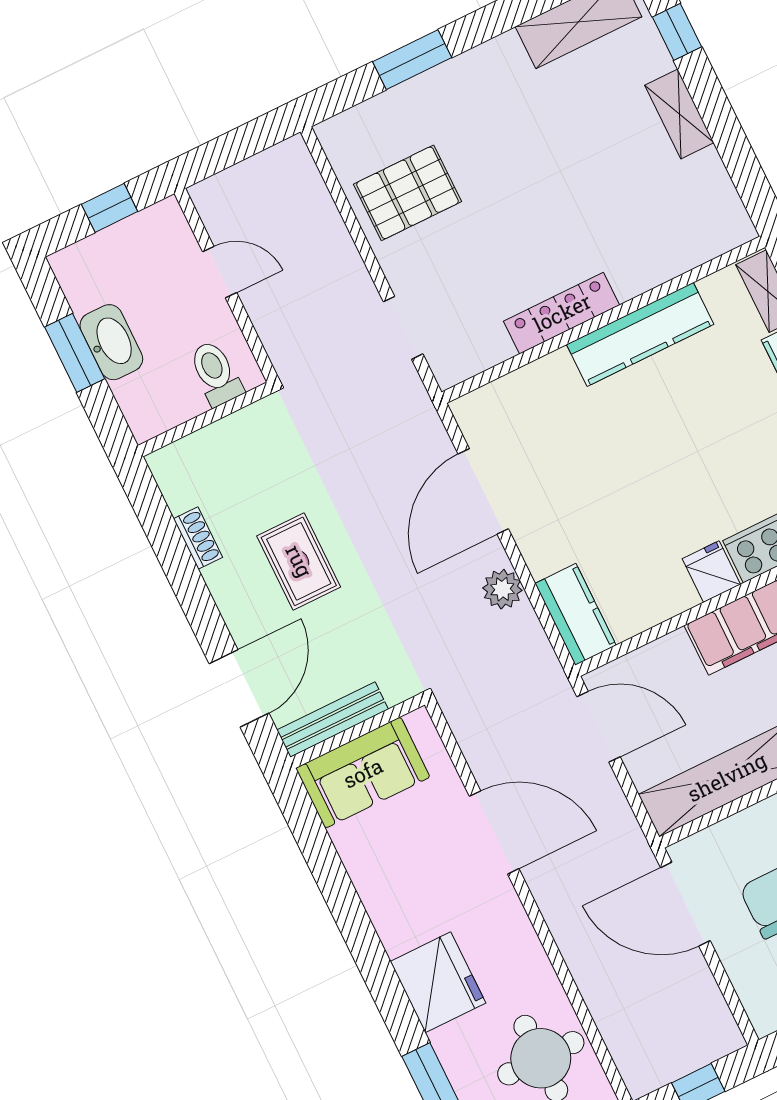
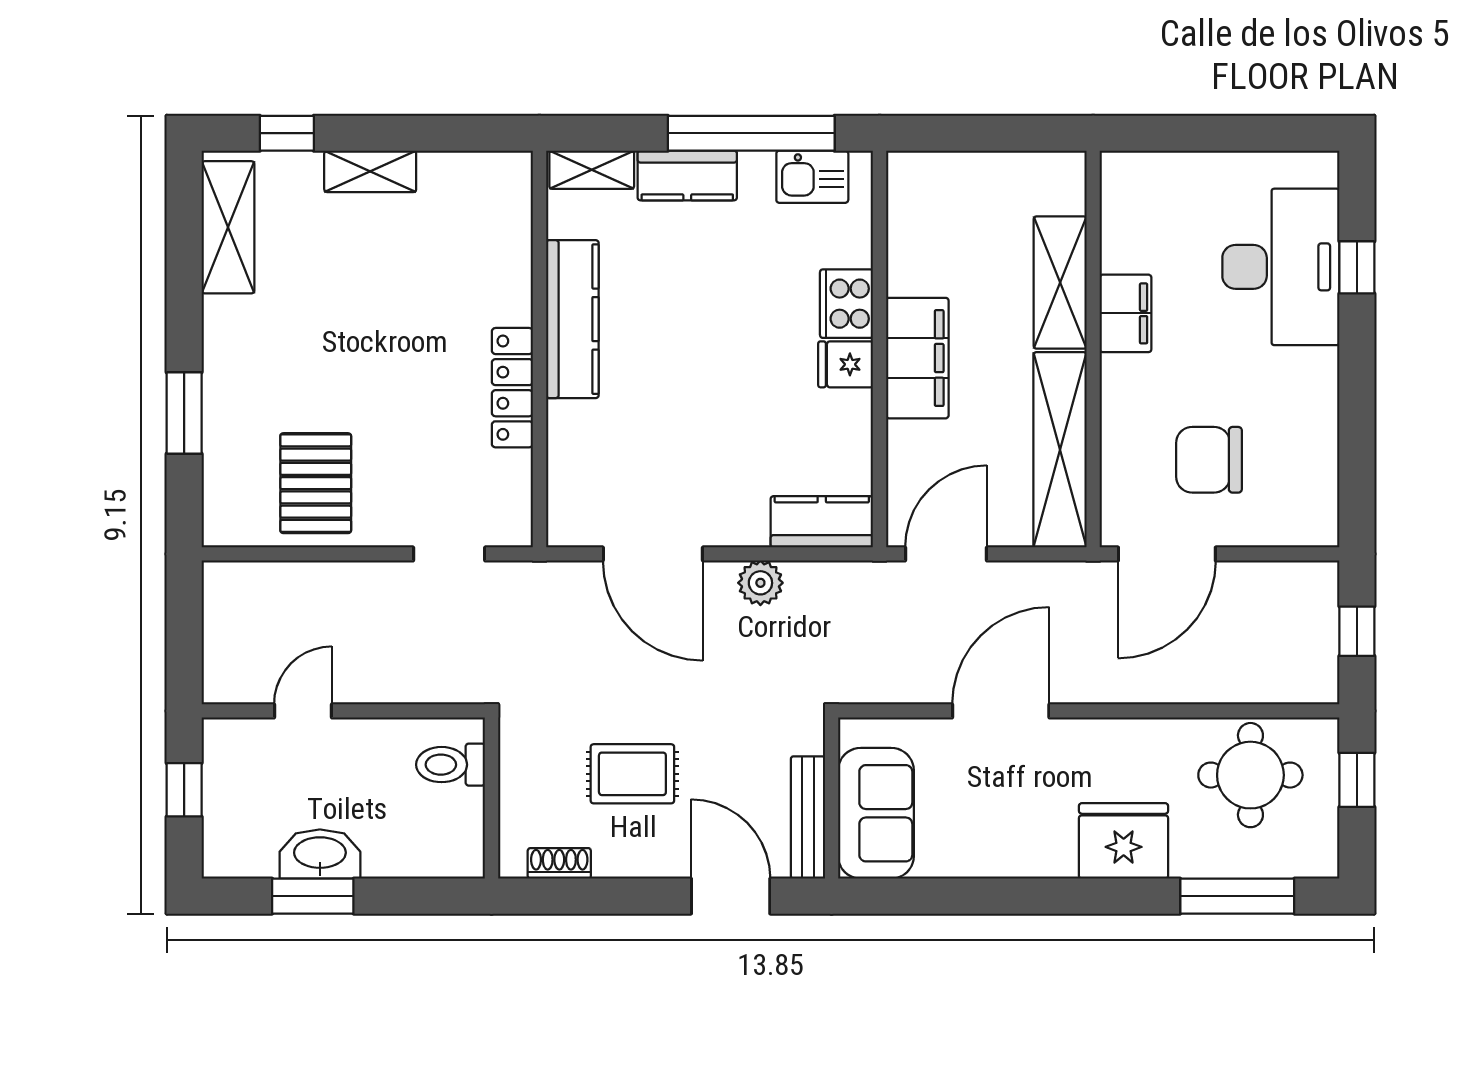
toilet: (216, 373) -> (451, 765), moved
wall: (205, 419) -> (492, 798), moved

